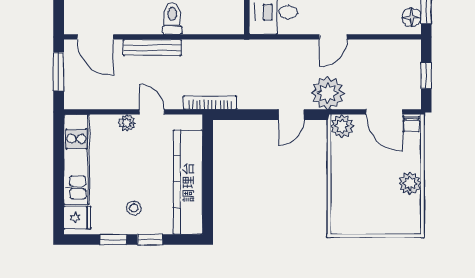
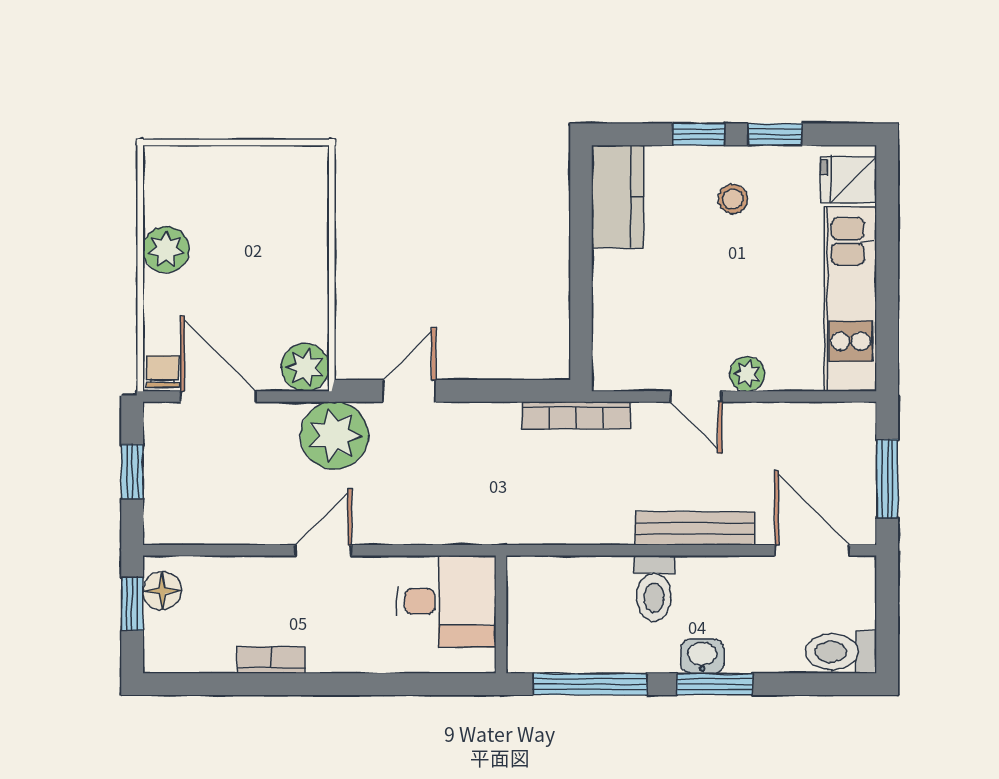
kitchen counter: (188, 182) -> (618, 197), width x0.48, depth x0.86

